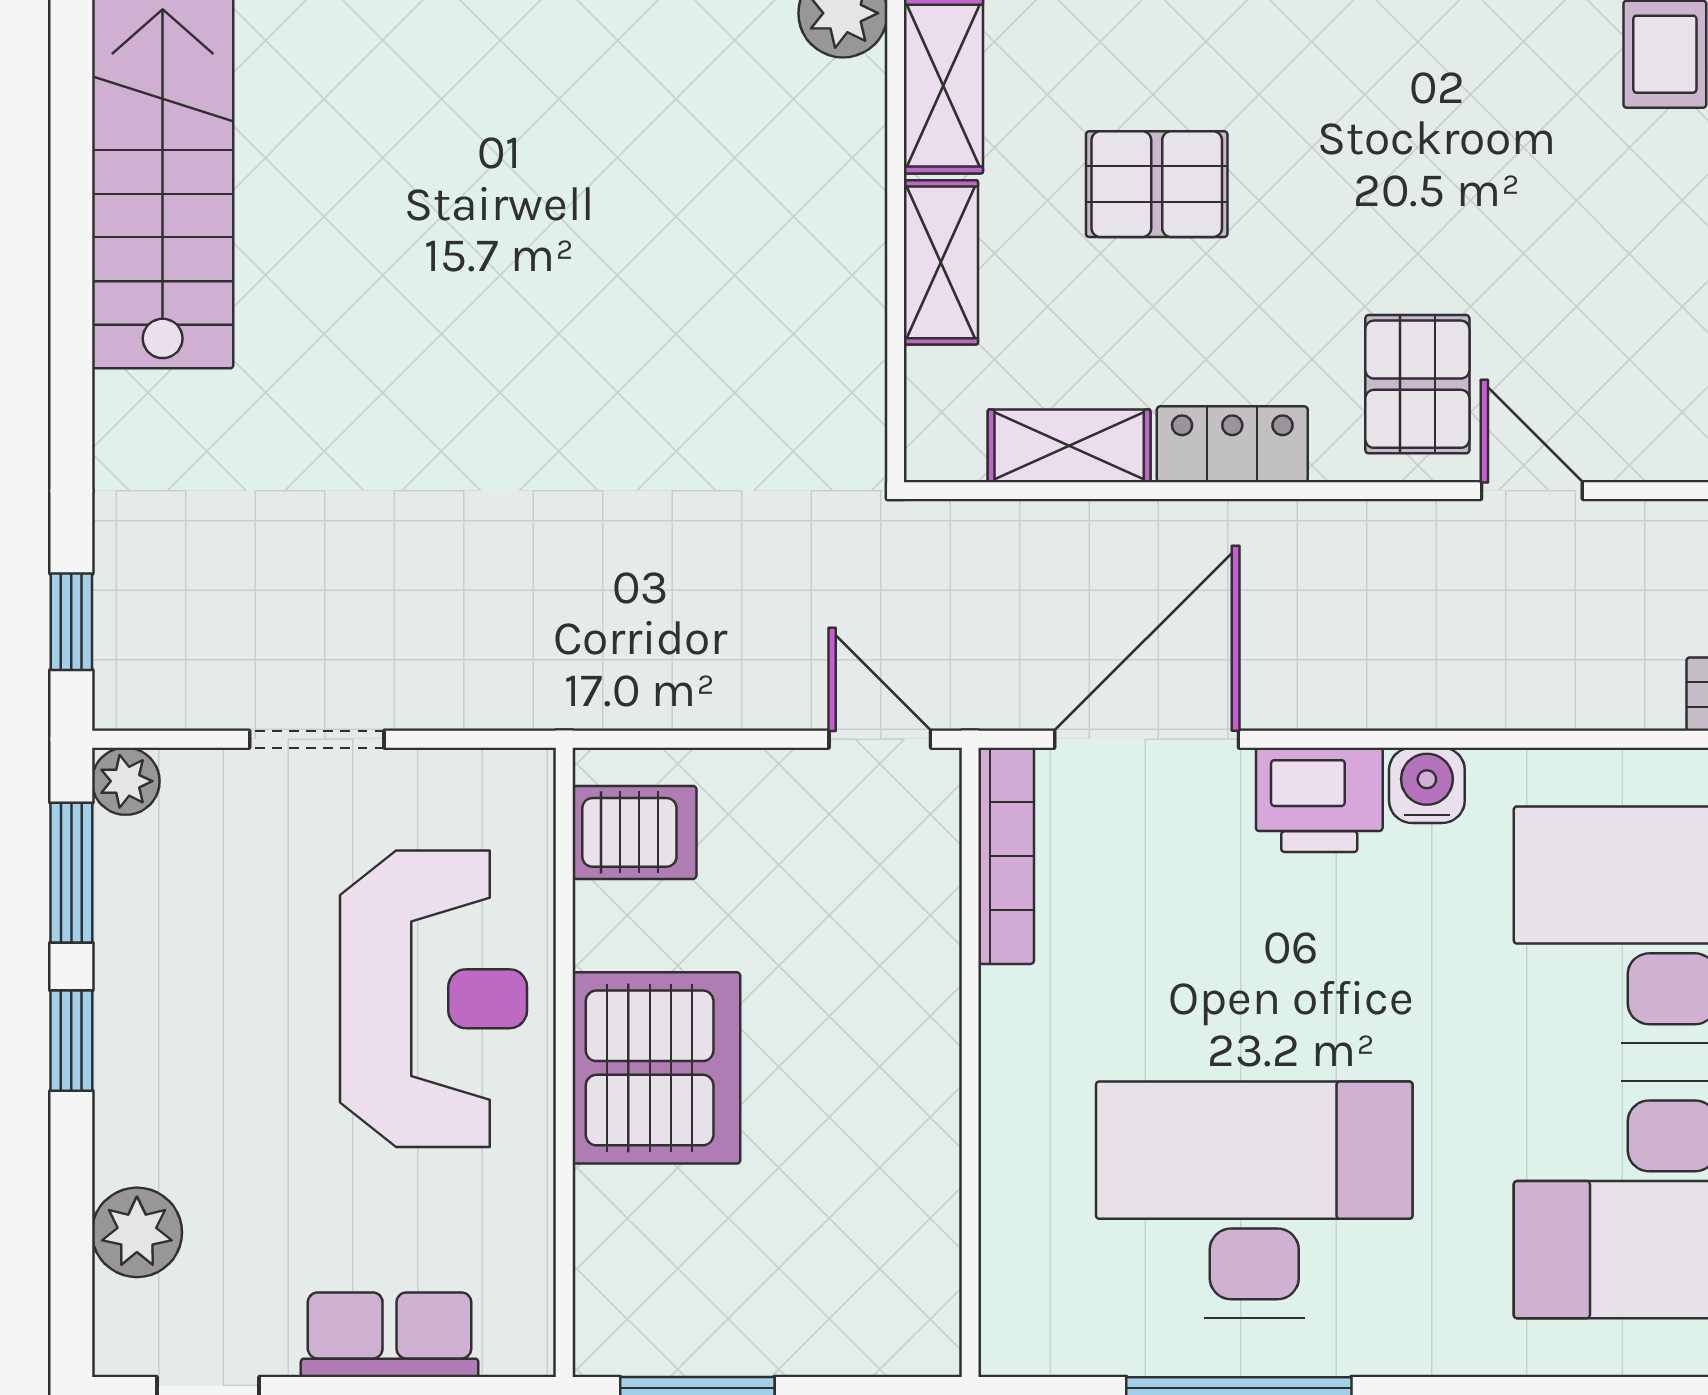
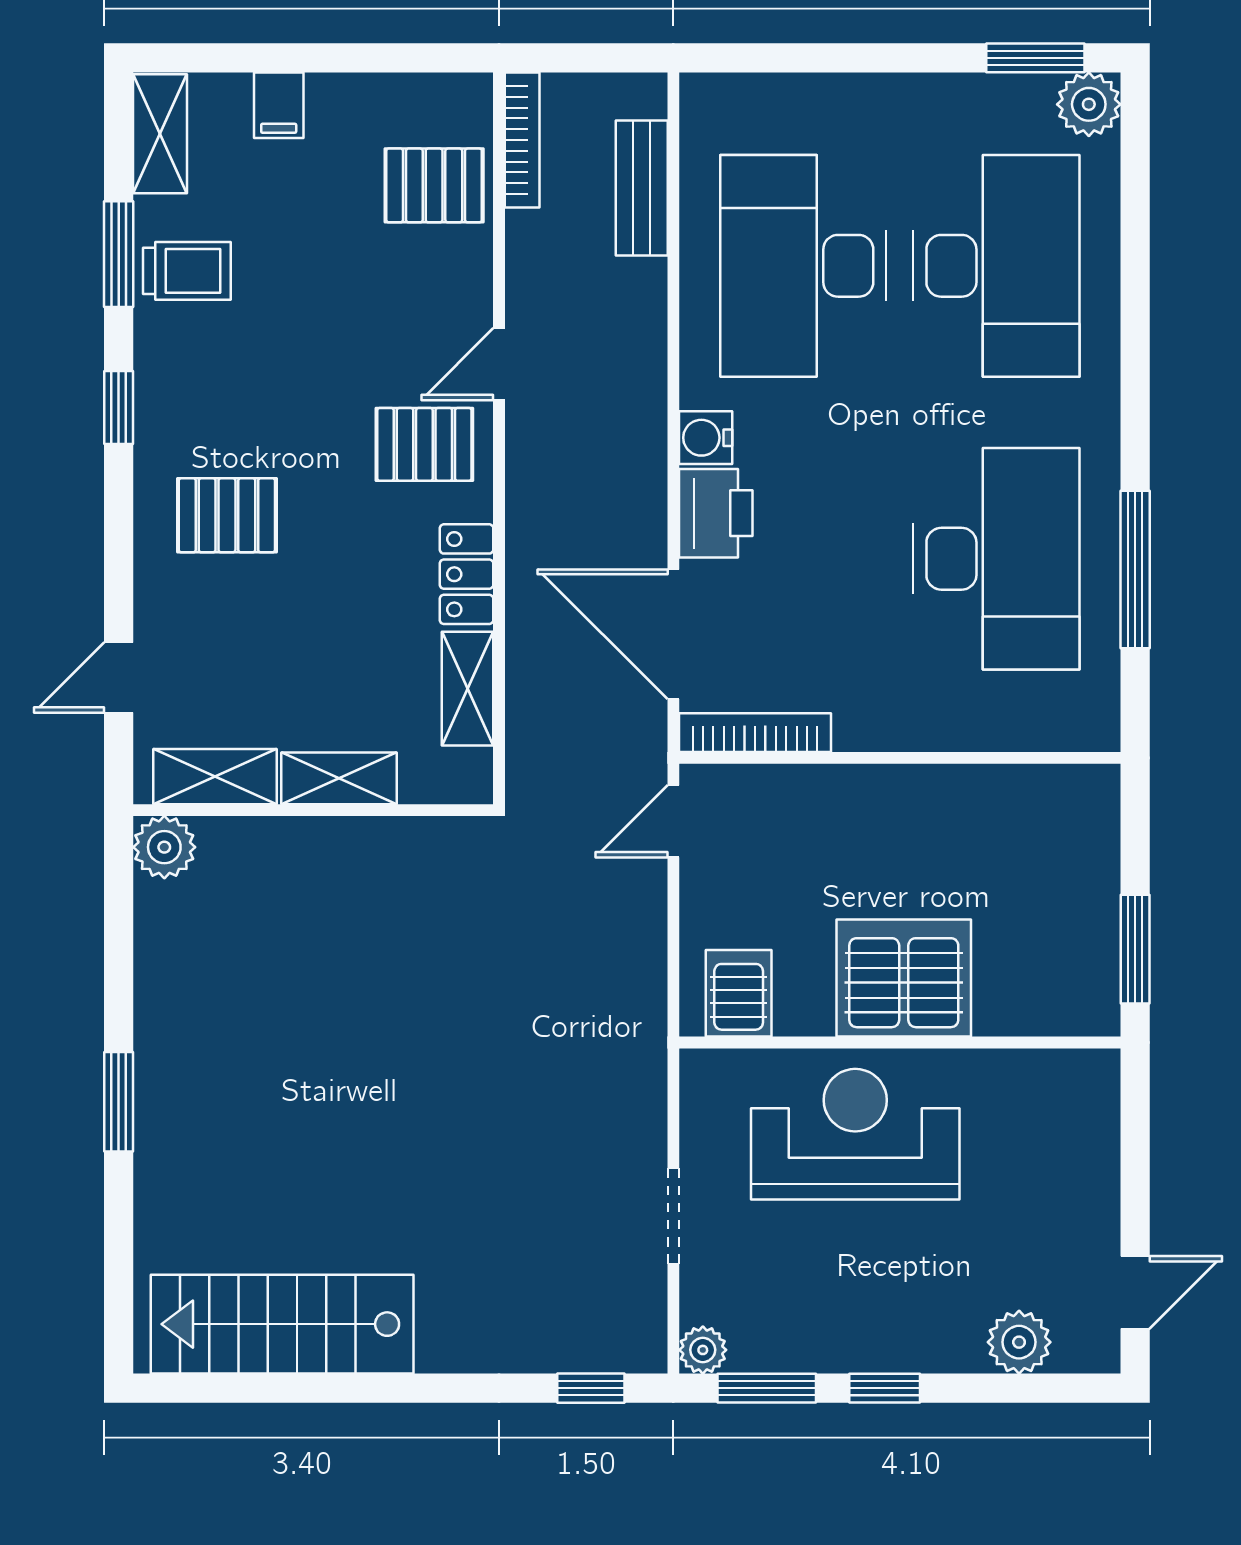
pallet: (1157, 184) -> (227, 515), moved, turned 90
desk: (1254, 1200) -> (996, 559), turned 180
row of seats: (390, 1335) -> (1091, 1165), removed

